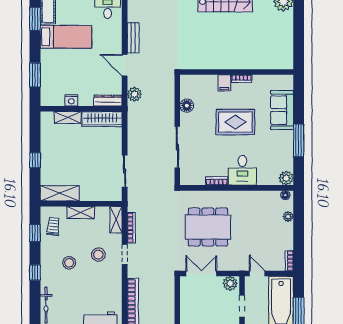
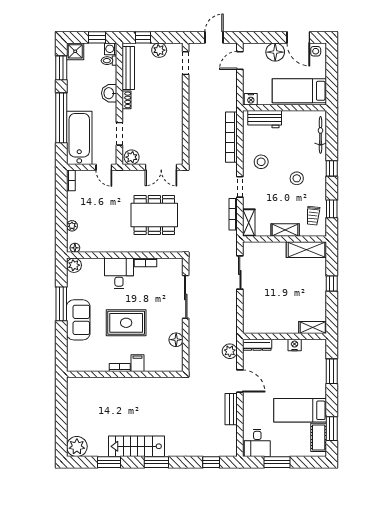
sofa: (282, 110) -> (78, 320), moved
shelving: (68, 117) -> (313, 327), moved
wardrobe: (102, 119) -> (263, 326), removed
stool: (98, 255) -> (261, 162), moved

